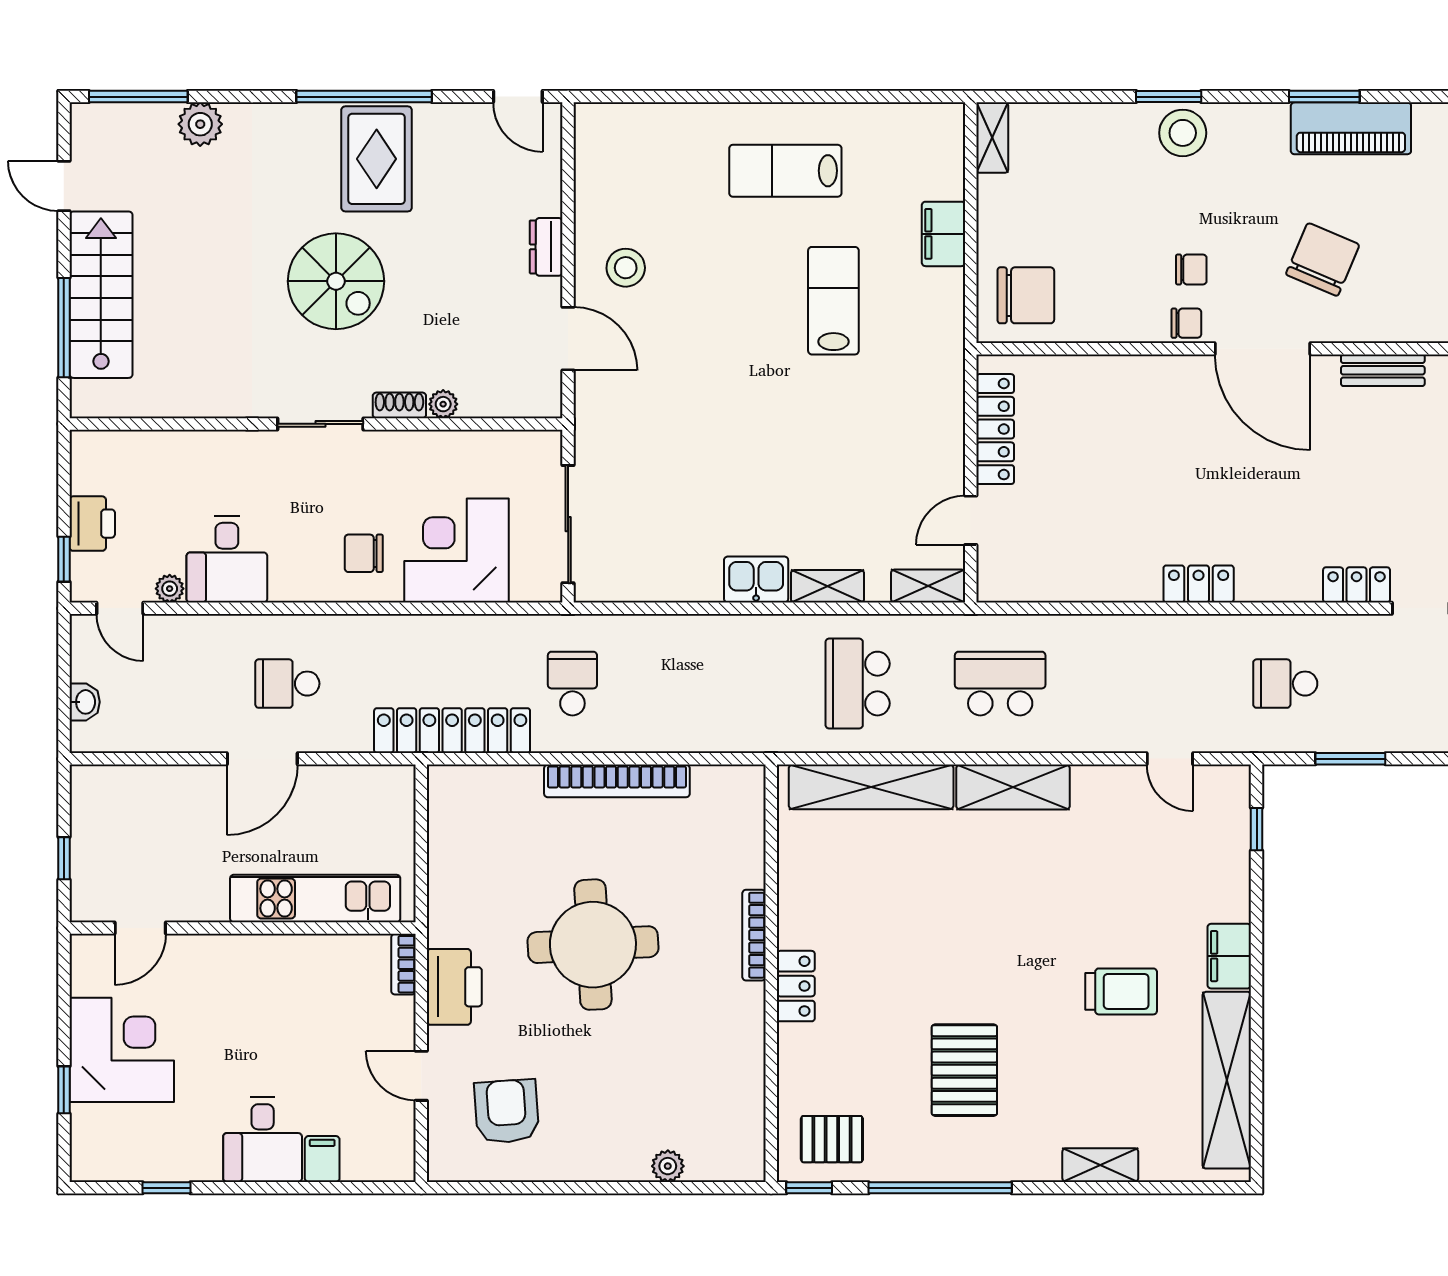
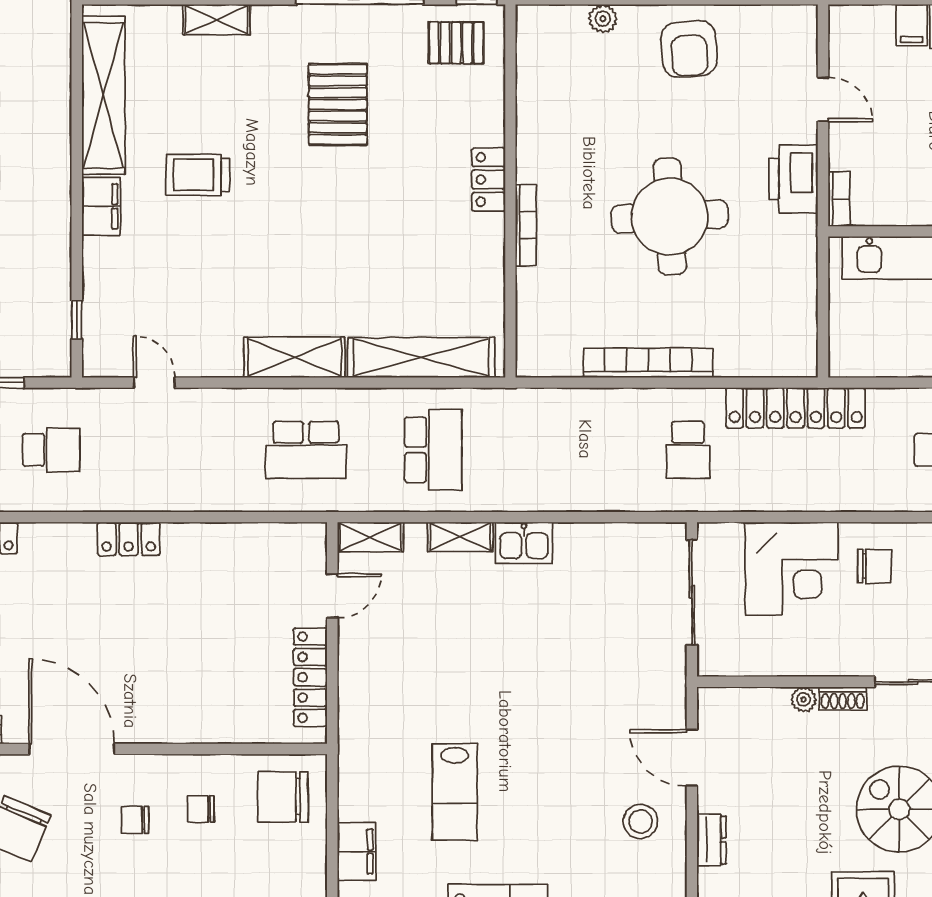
chair: (1186, 323) -> (201, 809), moved
armchair: (507, 1111) -> (689, 49), moved

